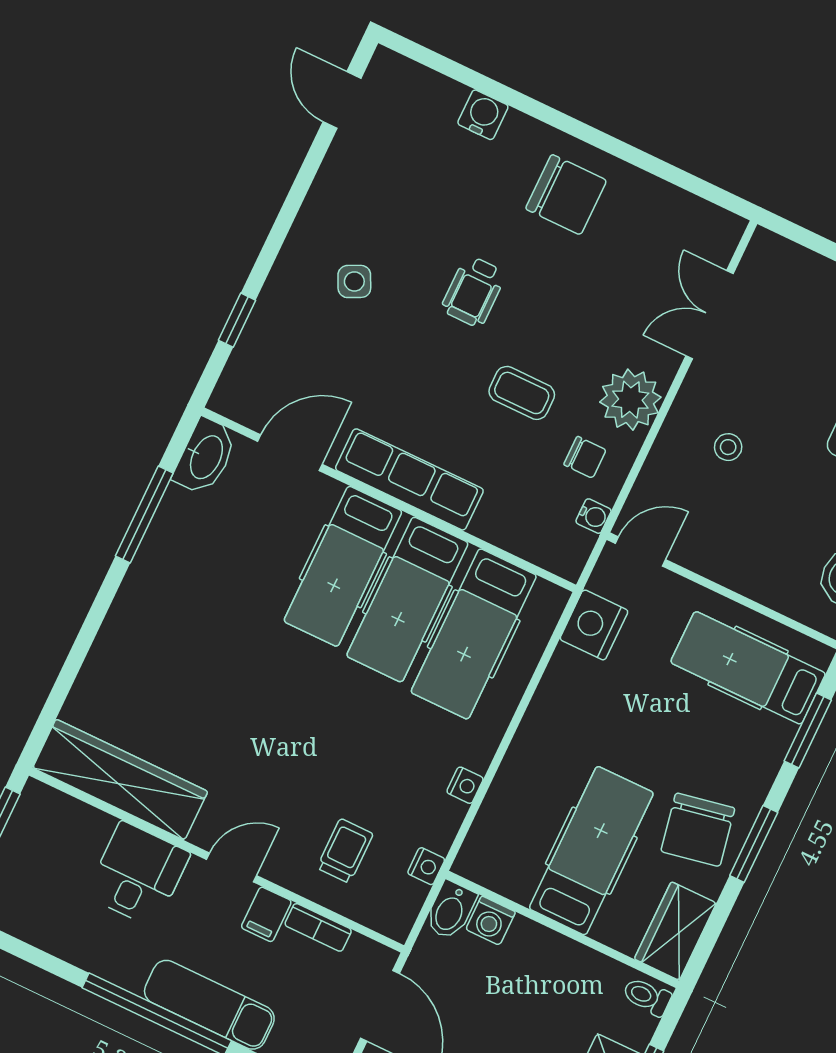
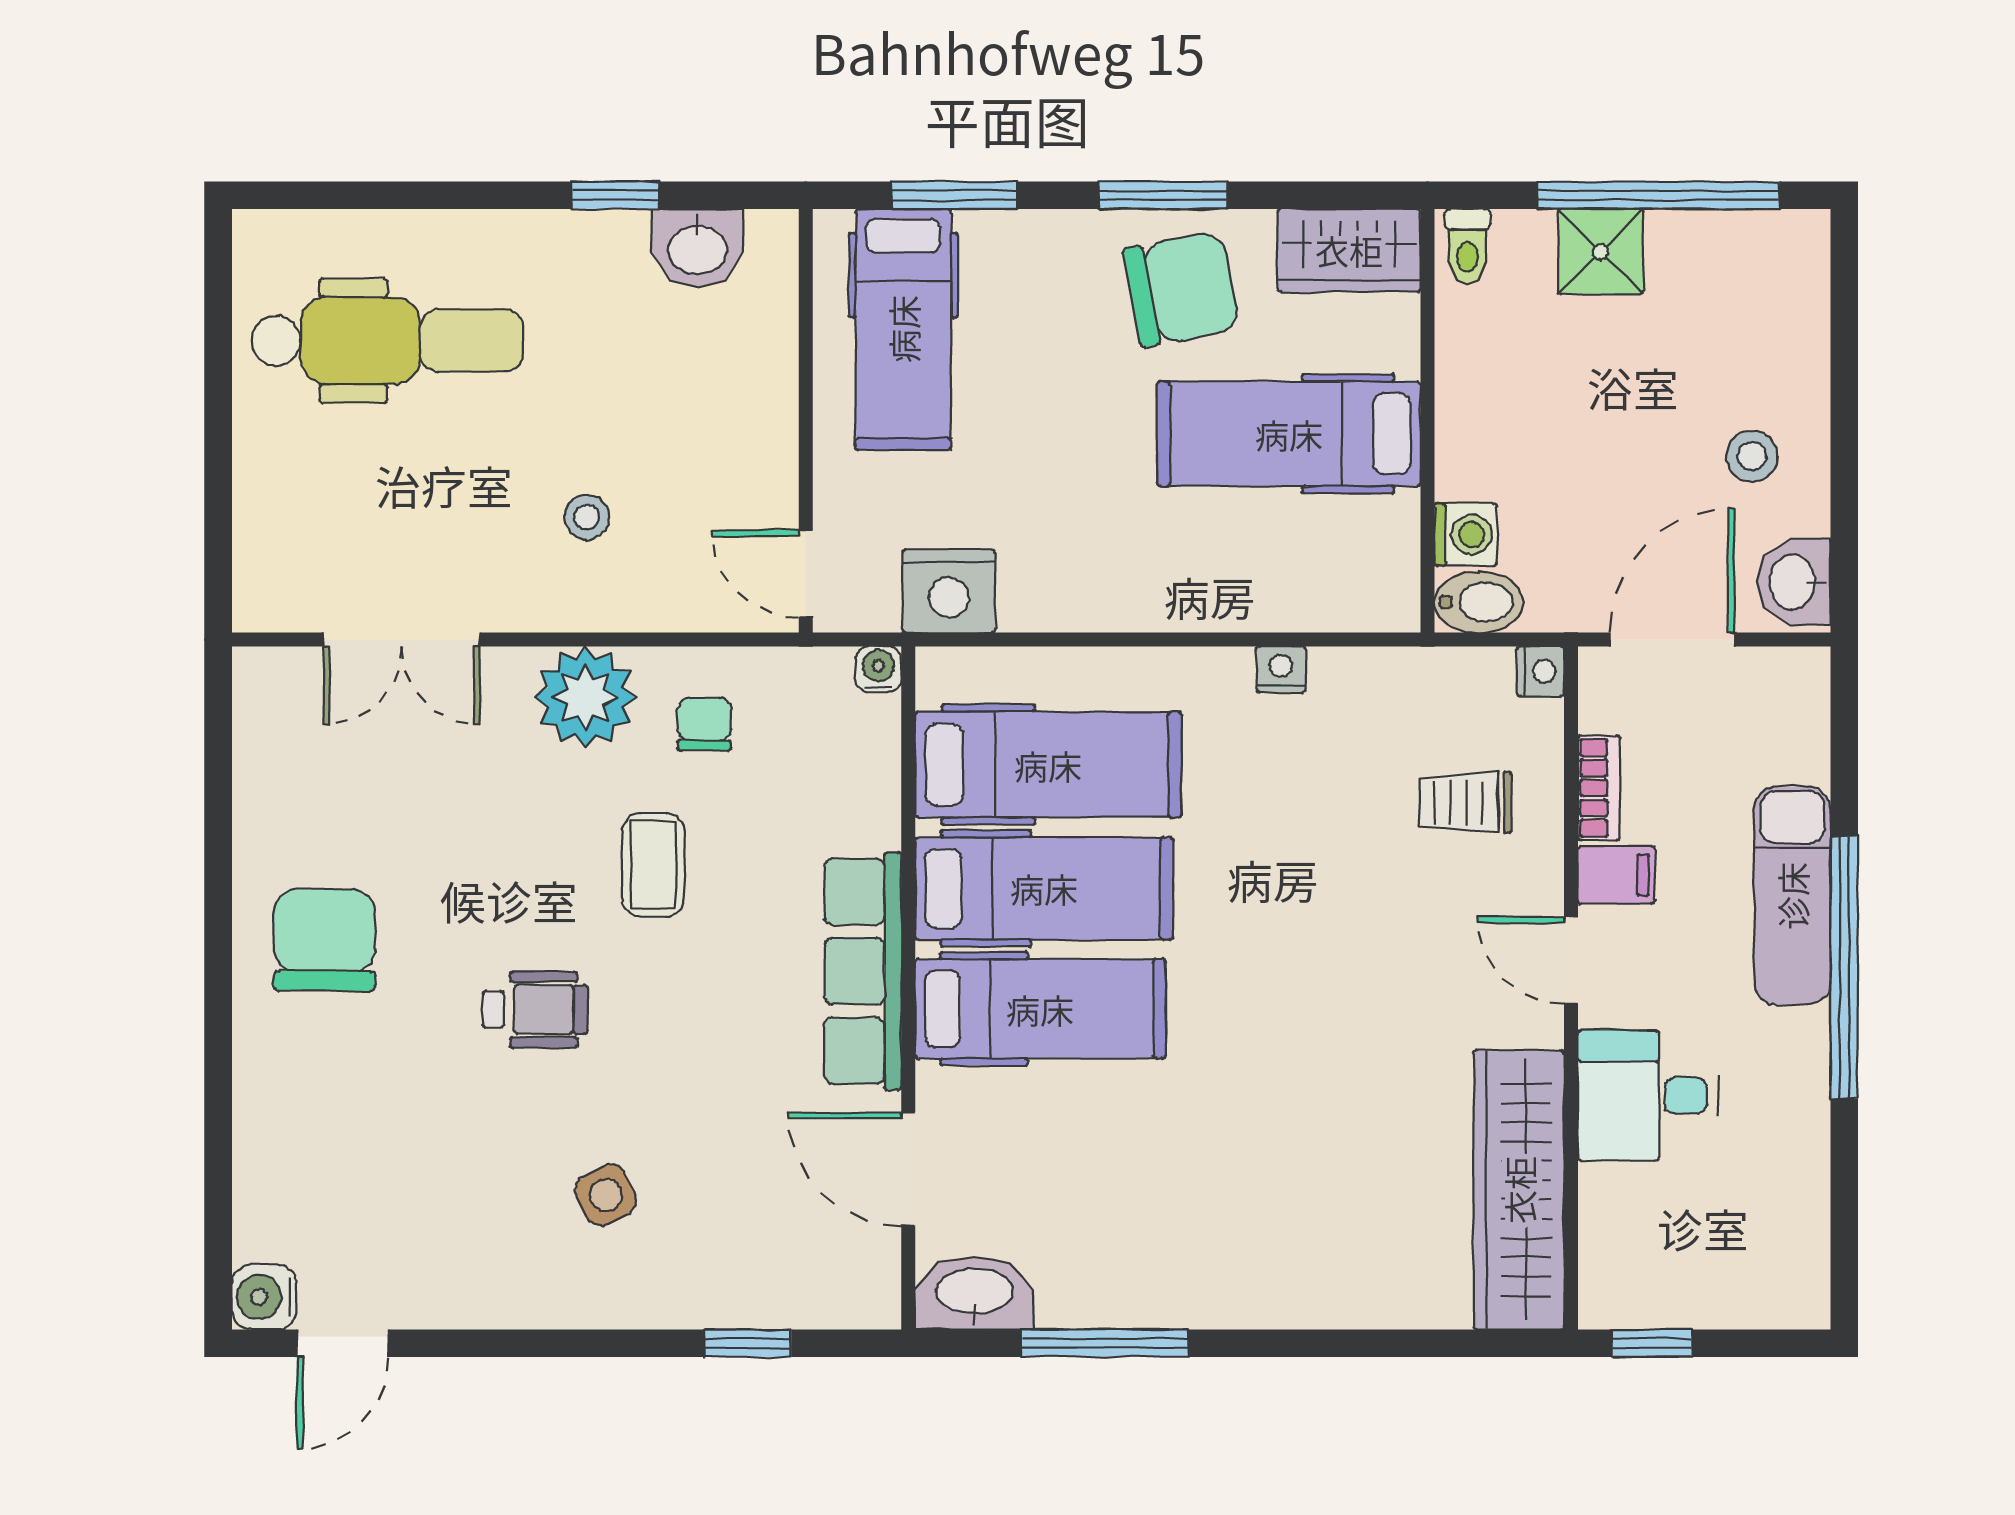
water cooler: (483, 115) -> (264, 1297), moved
water cooler: (594, 516) -> (878, 669), moved
nightstand: (426, 866) -> (1541, 671), moved, turned 90

